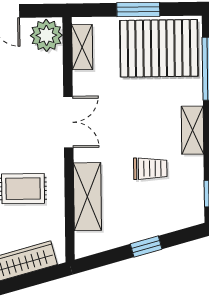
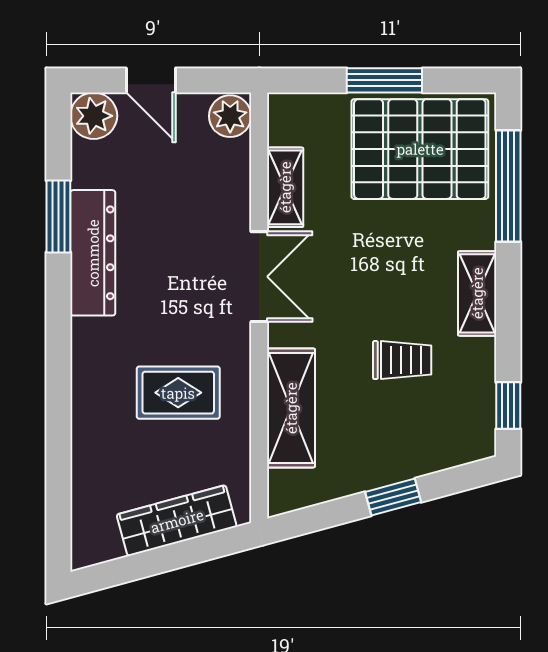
plant: (46, 35) -> (230, 116), width x0.73, depth x0.73
shelving: (82, 47) -> (285, 187), moved

